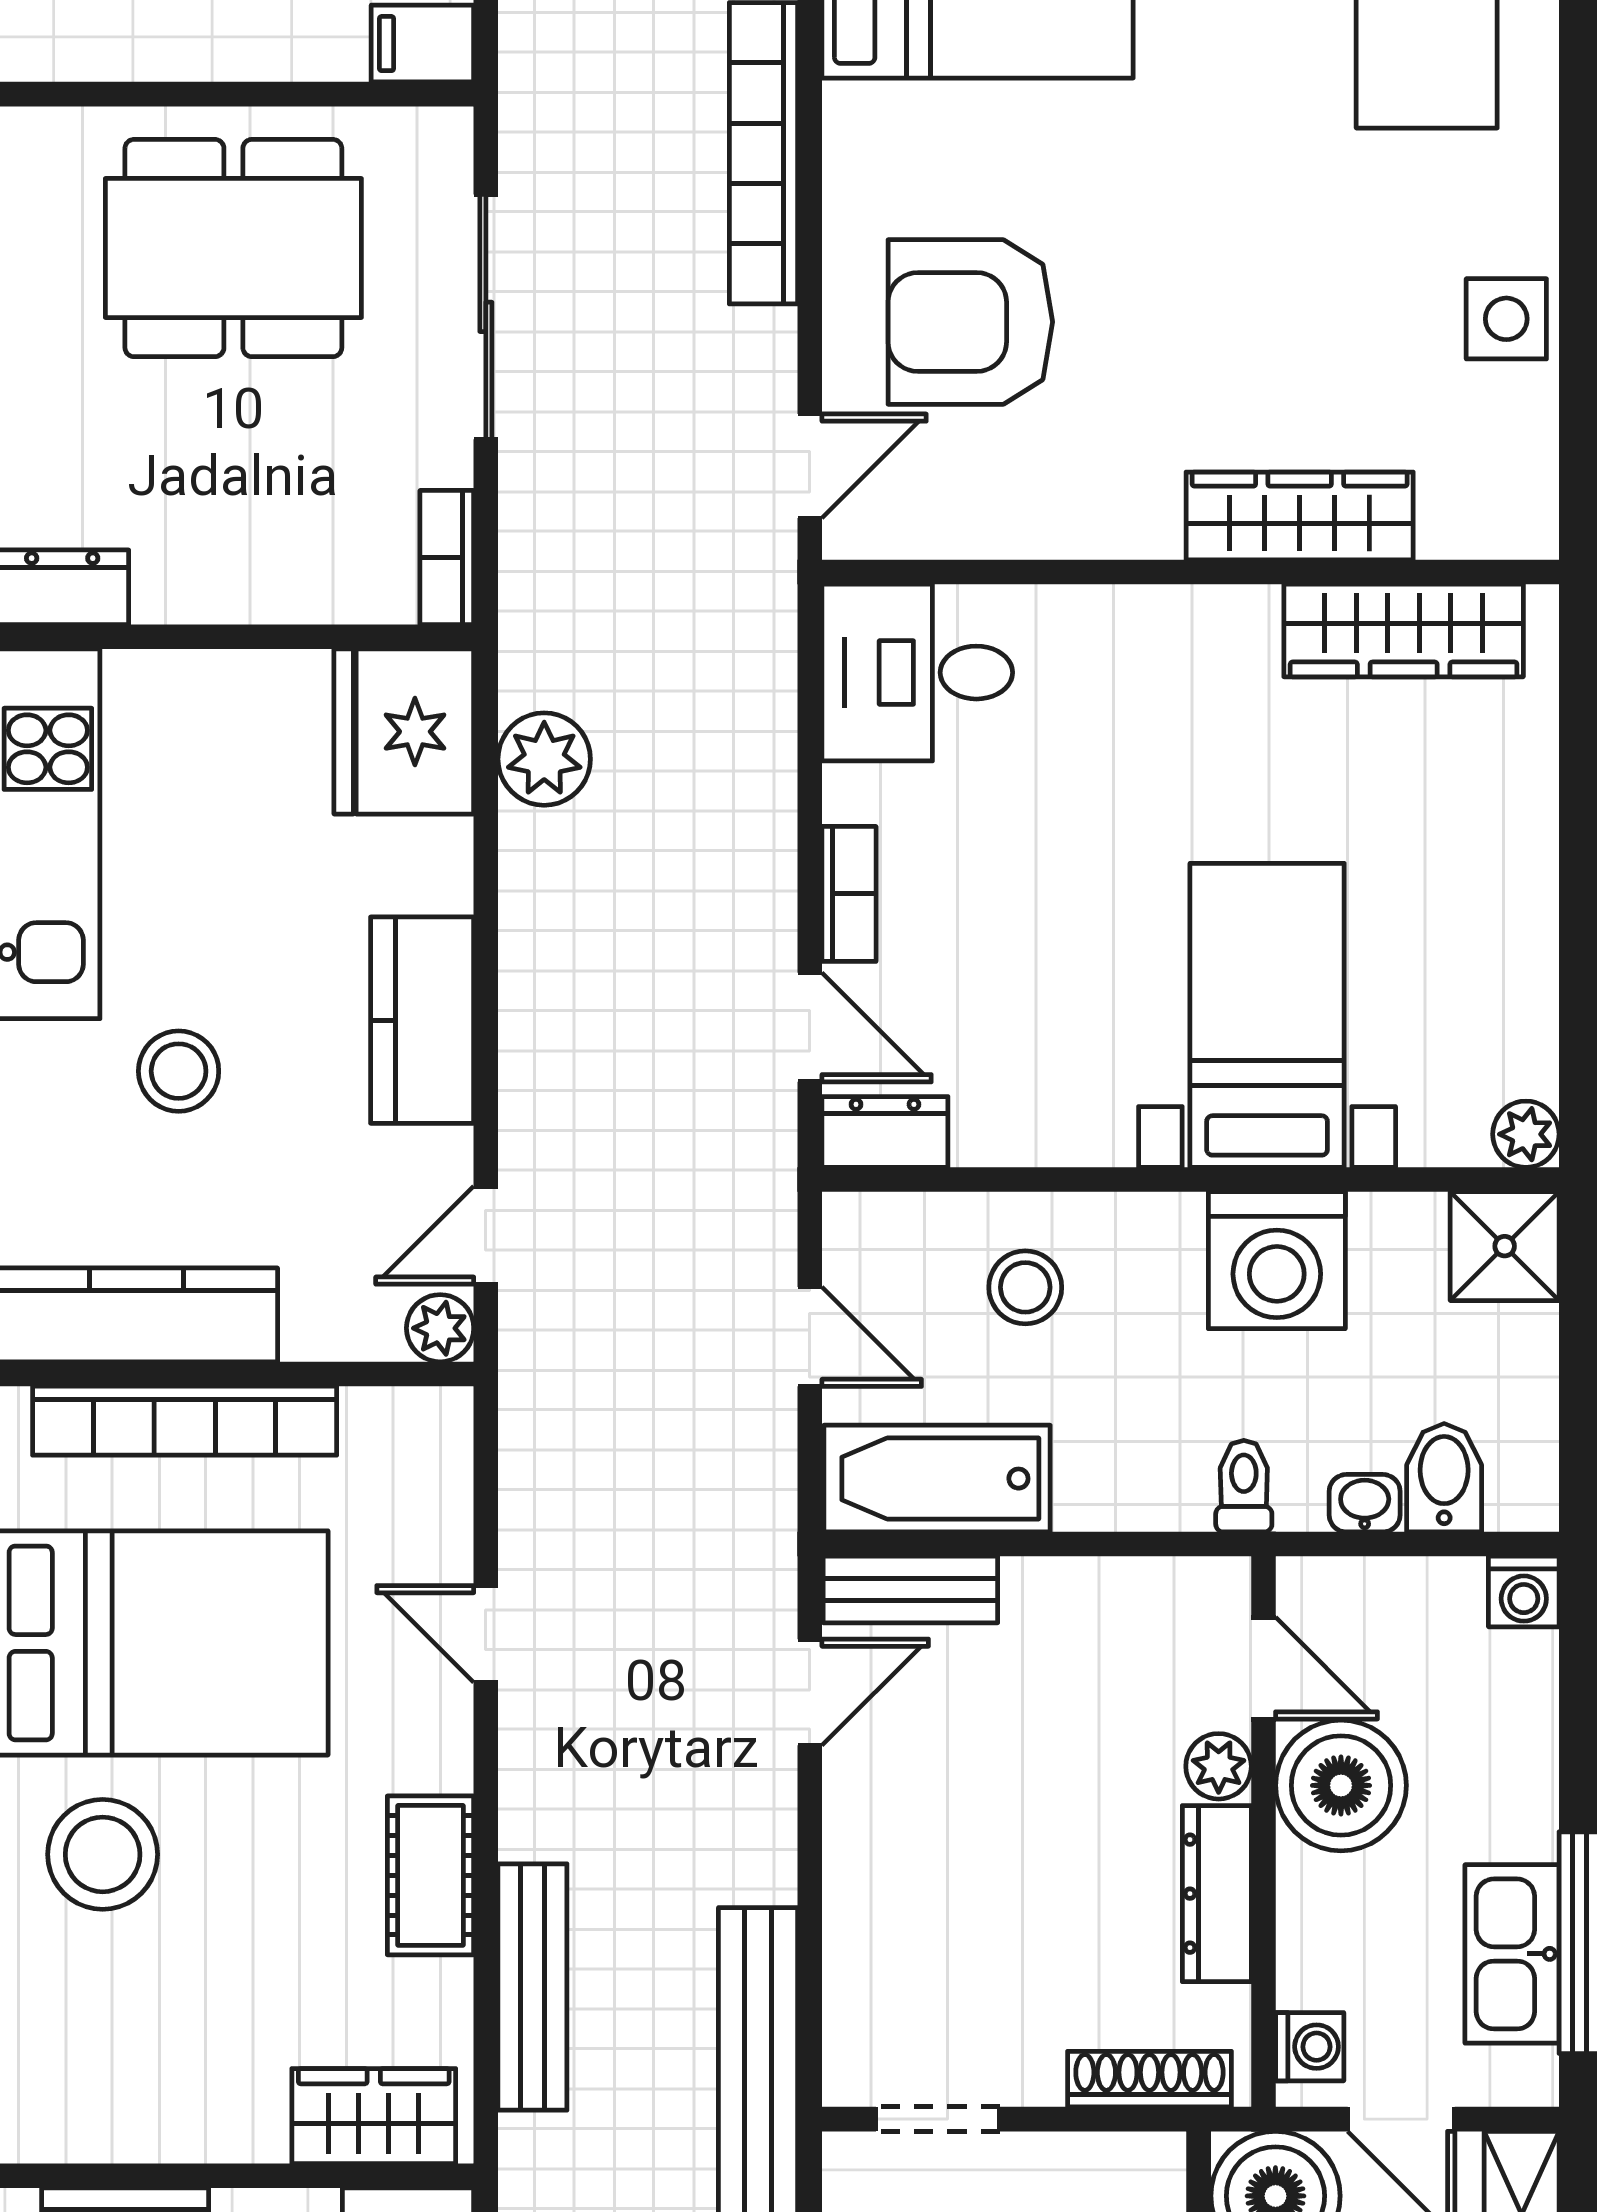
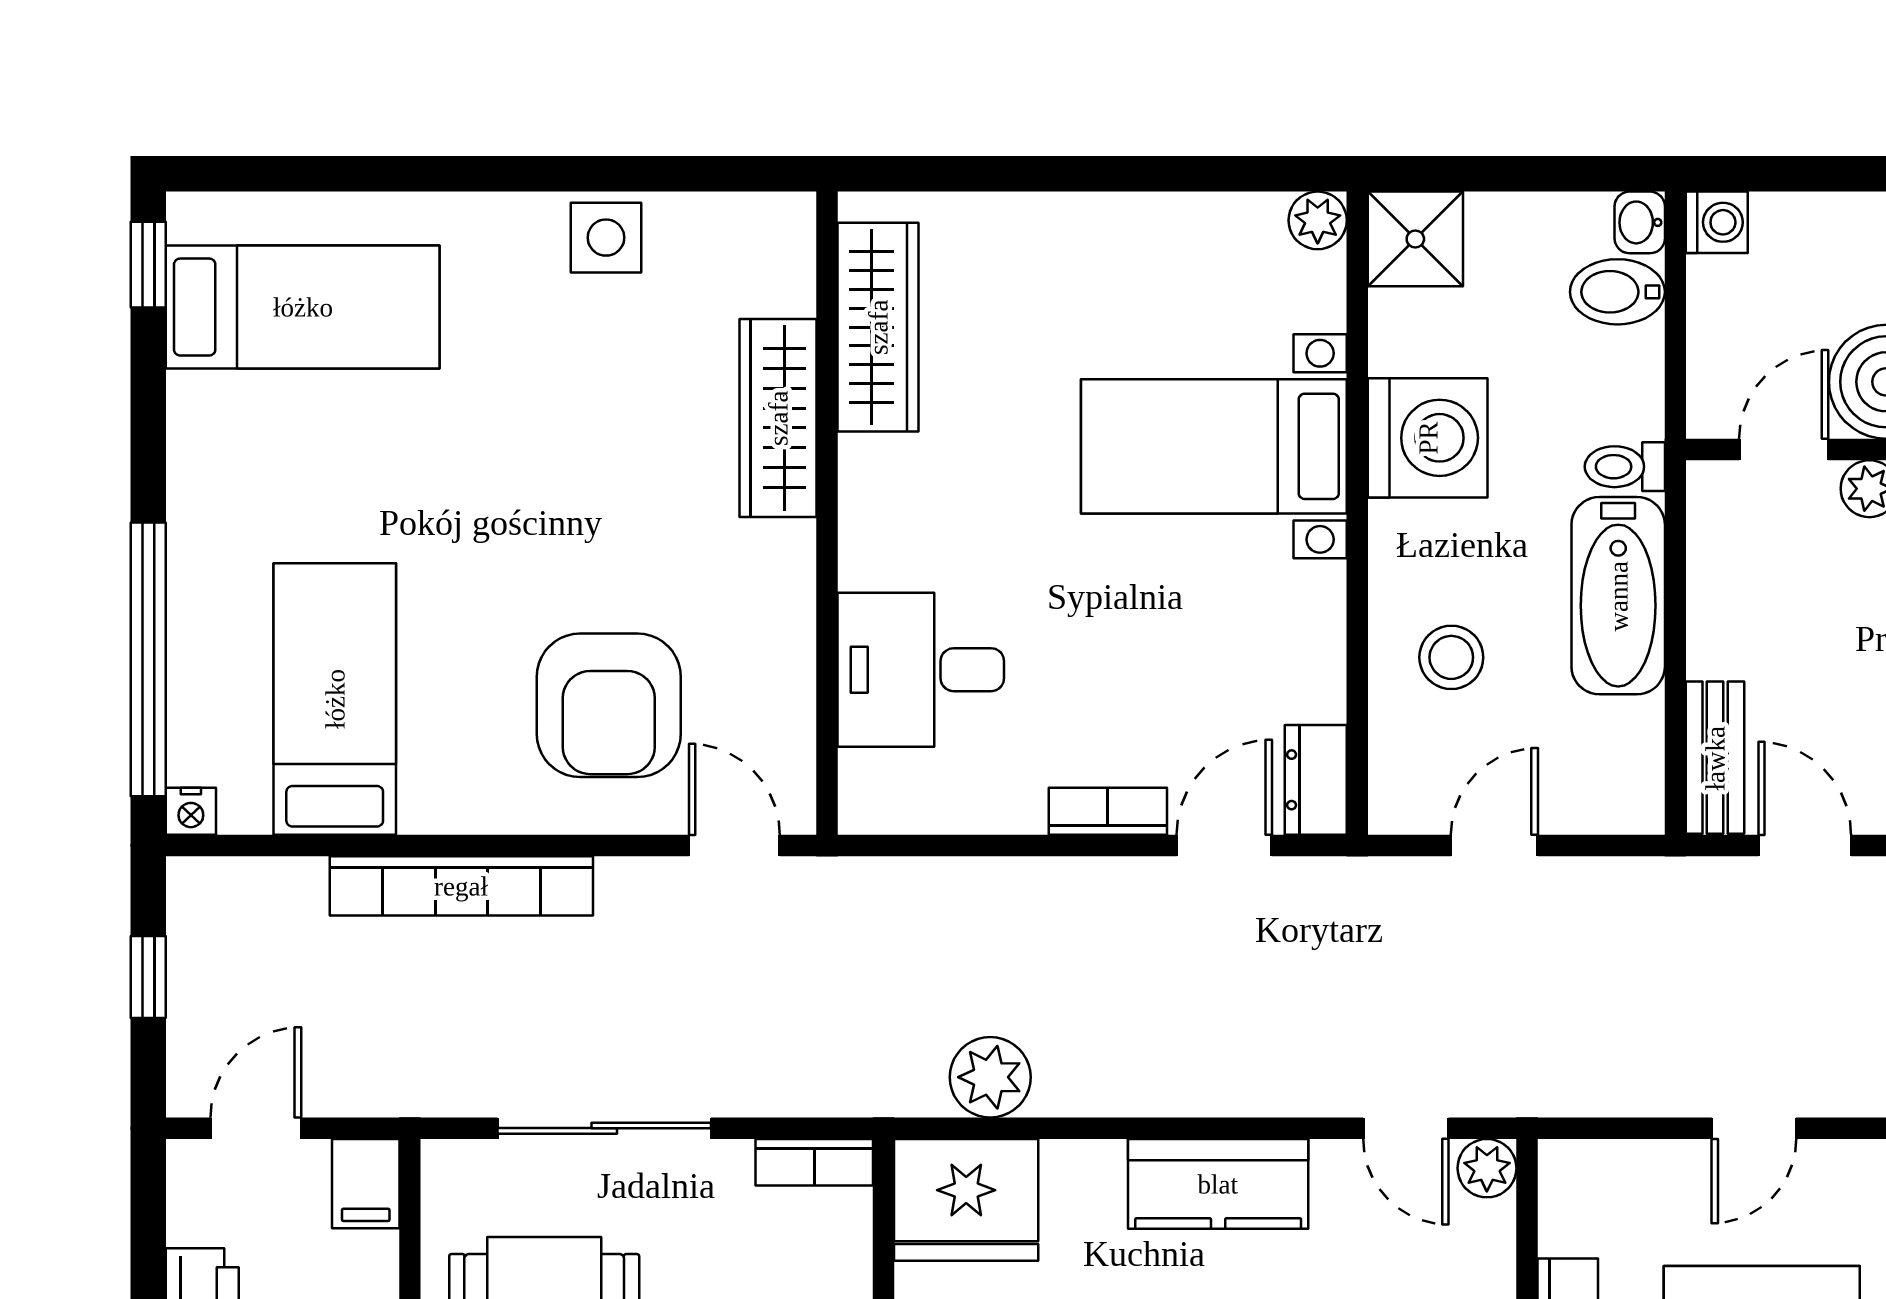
desk: (917, 673) -> (921, 670), moved, turned 90
bathtub: (937, 1479) -> (1618, 596), moved
washbasin: (1365, 1503) -> (1640, 222), moved

